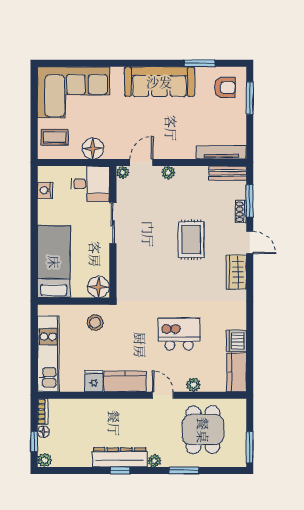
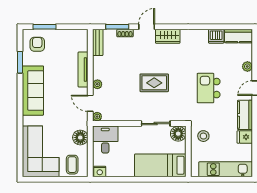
tv unit: (221, 152) -> (83, 69), moved
nightstand: (45, 190) -> (100, 171), moved
sliding door: (113, 223) -> (156, 124), moved
rug: (191, 240) -> (154, 83), moved
kitchen island: (179, 334) -> (209, 88), moved

